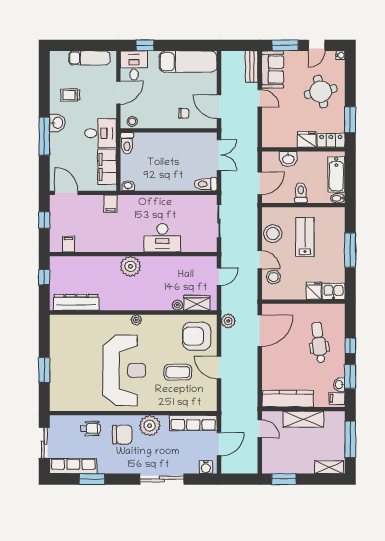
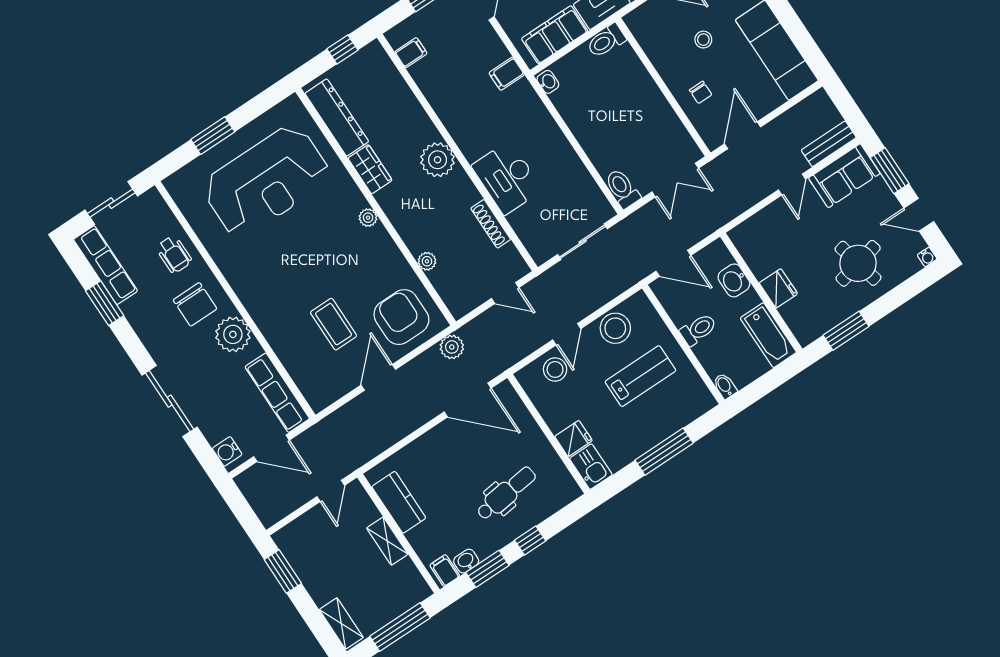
stool: (132, 121) -> (703, 40), moved
locker: (331, 140) -> (799, 323), removed
bathtub: (336, 174) -> (768, 335), moved, turned -90
shoe rack: (180, 261) -> (491, 224), added
wardrobe: (197, 303) -> (370, 169), moved
reception desk: (124, 370) -> (266, 181), moved
kitchen counter: (288, 399) -> (399, 502), width x0.67
shelving: (303, 419) -> (387, 541), width x0.67, depth x0.75

